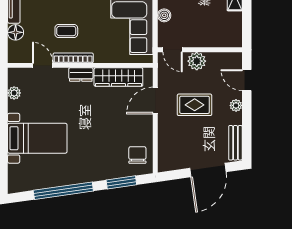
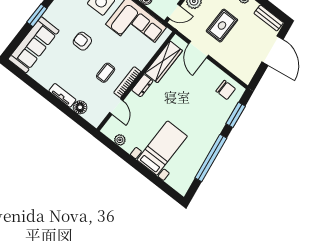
door: (43, 65) -> (116, 106), swing flipped
chair: (137, 155) -> (226, 90), turned 180

